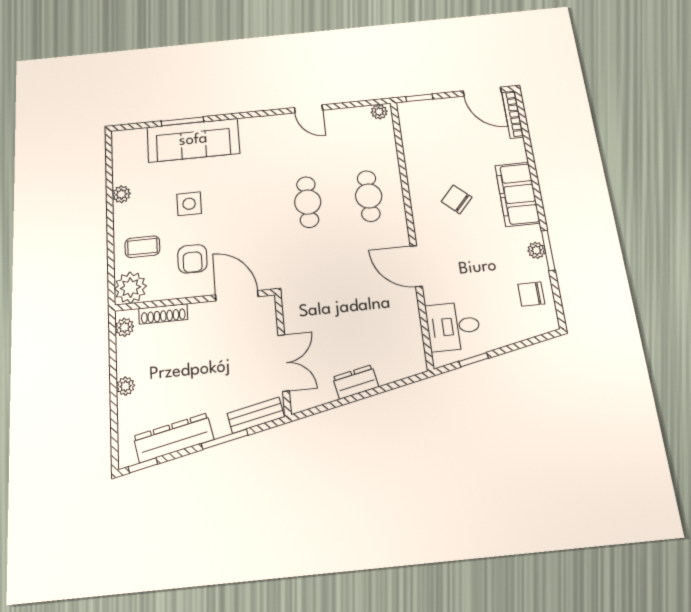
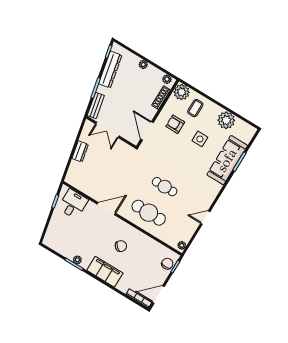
plant: (121, 194) -> (226, 120), width x1.87, depth x1.87
cafe table: (369, 196) -> (149, 213), width x1.37, depth x1.35
chair: (531, 294) -> (167, 264), moved
door: (237, 296) -> (147, 131), swing flipped

